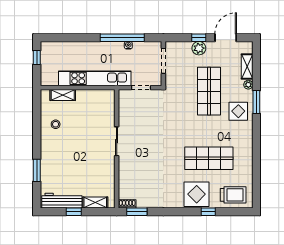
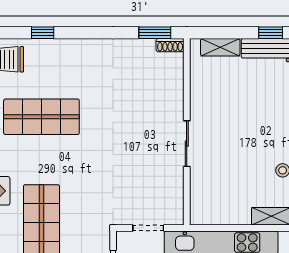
display table: (197, 194) -> (61, 60), removed
window: (74, 212) -> (271, 33), moved

